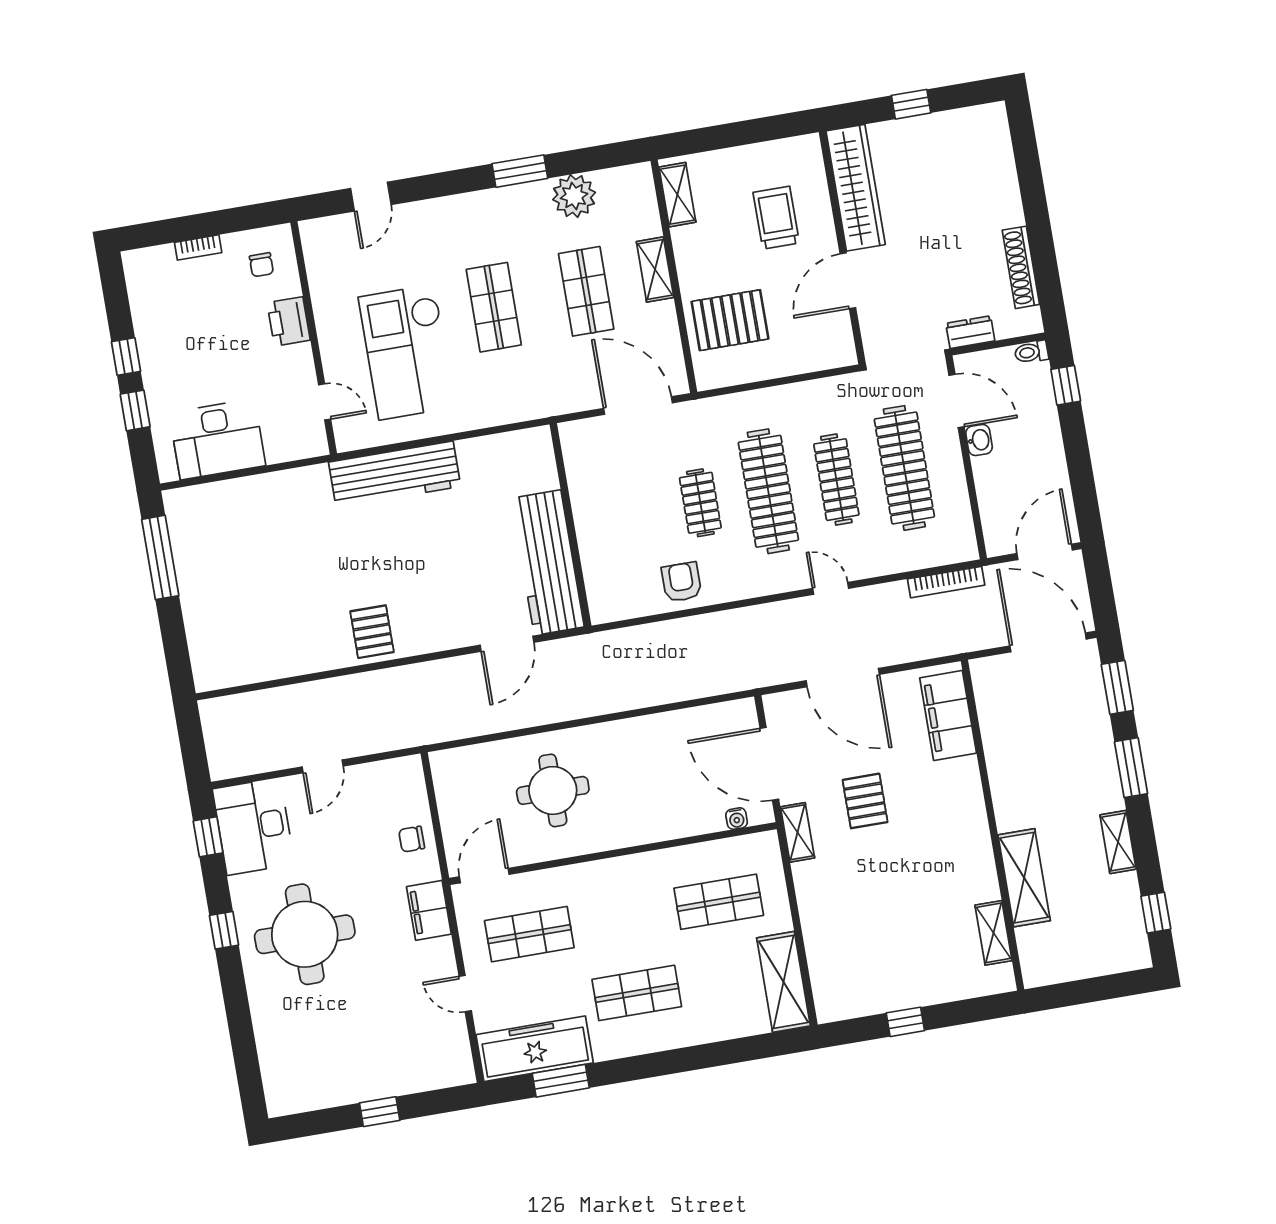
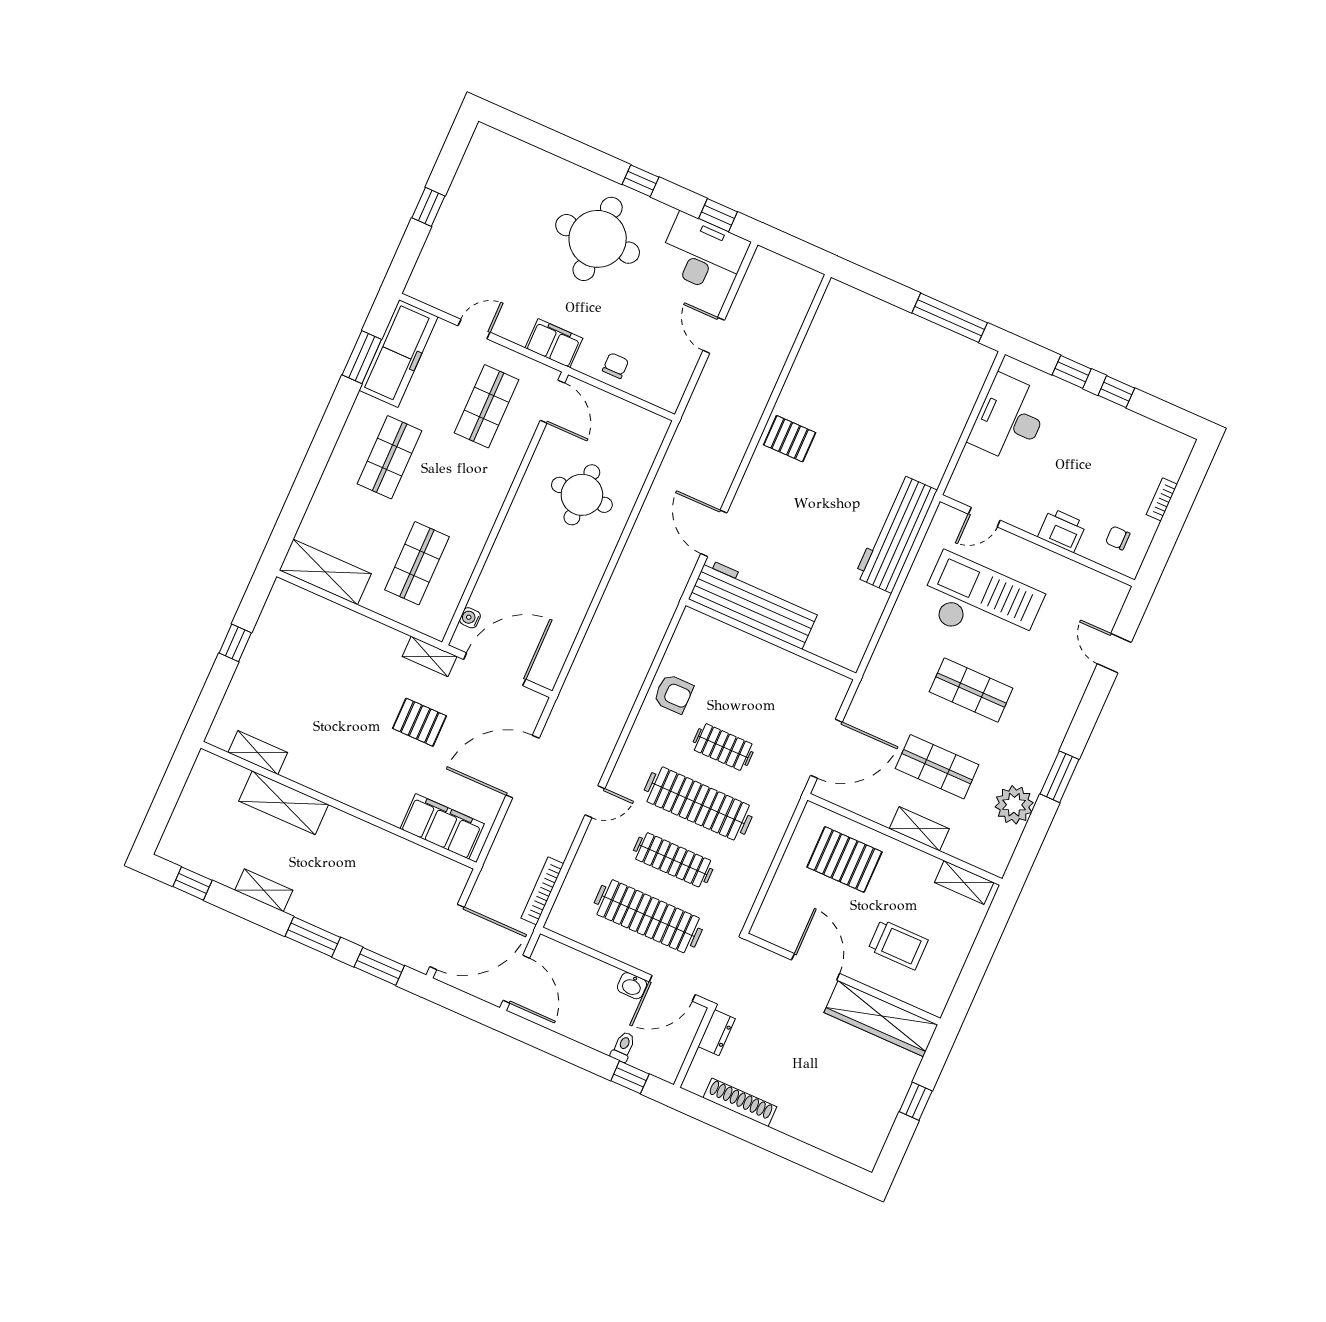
pallet: (730, 320) -> (844, 859), turned 90
toilet: (1031, 352) -> (623, 1047), moved

